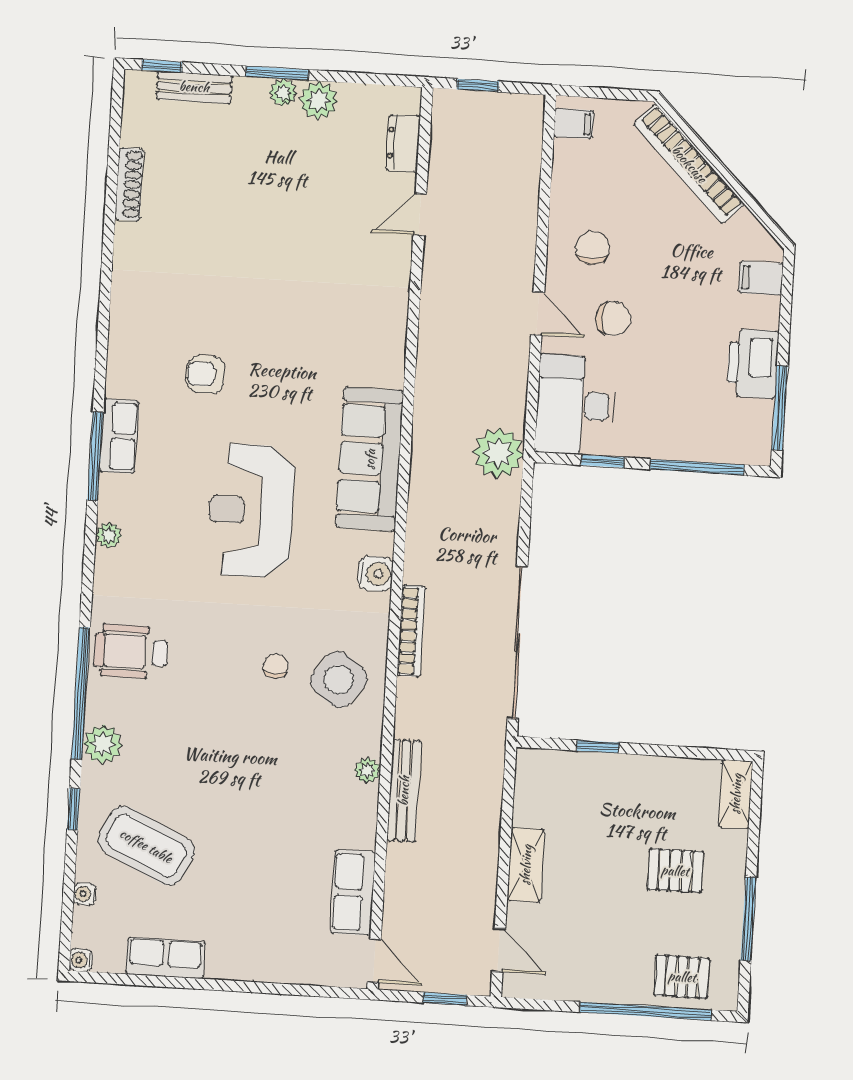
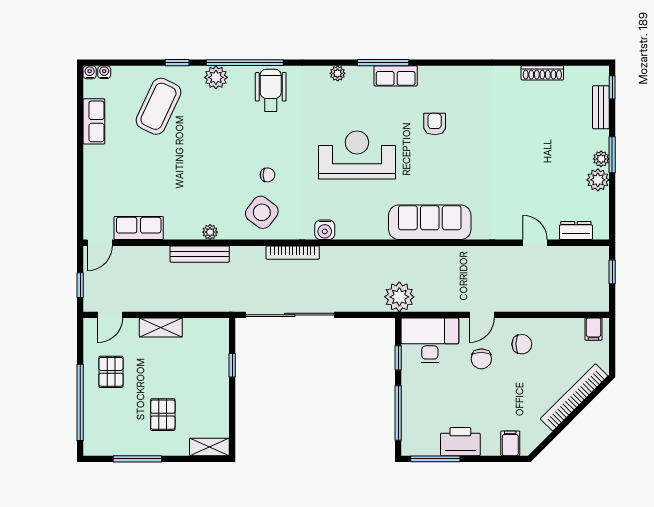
sofa: (370, 459) -> (430, 222), moved
water cooler: (85, 894) -> (104, 72), moved
pallet: (682, 977) -> (111, 372), moved

